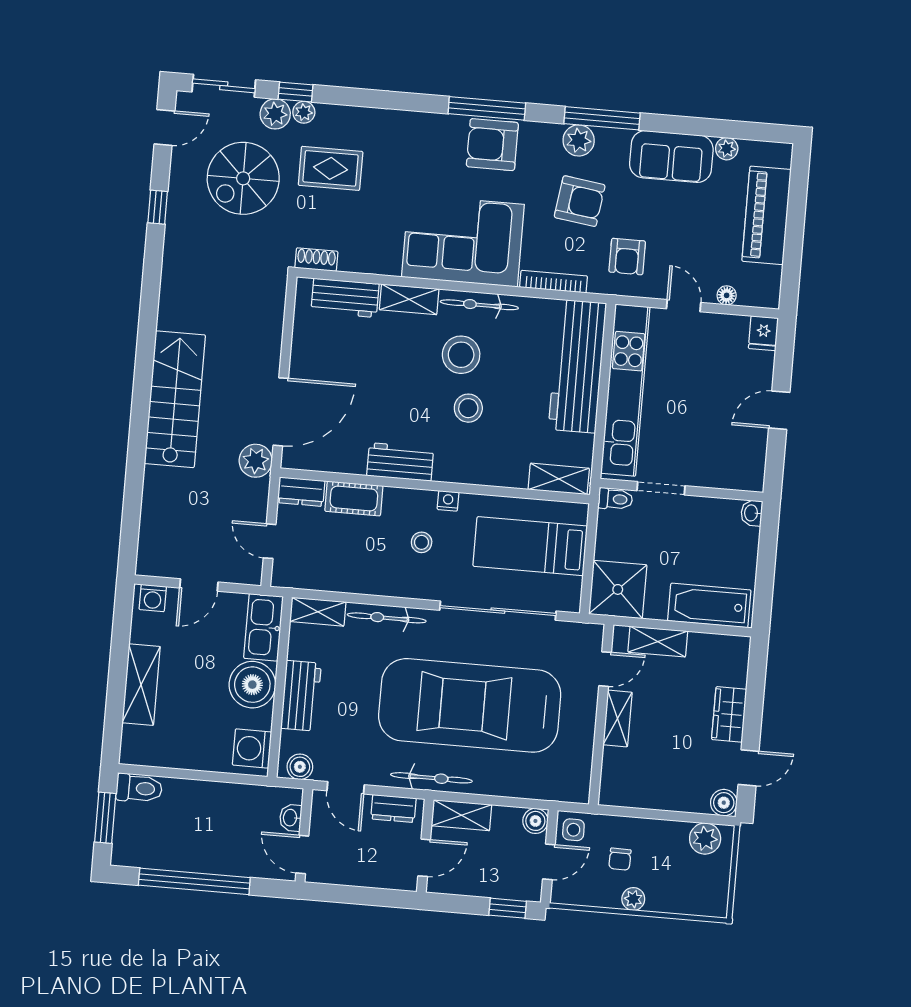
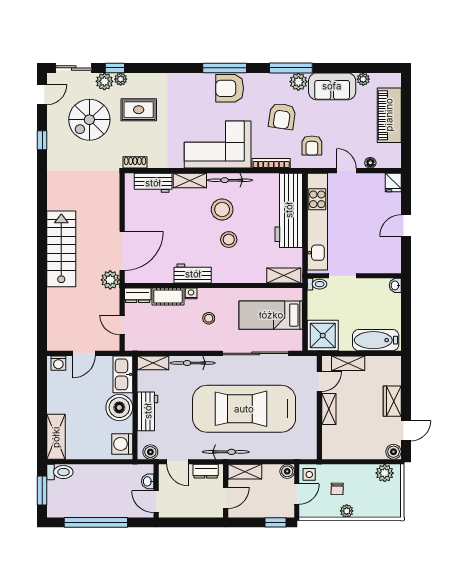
plant: (579, 140) -> (298, 82), moved
armchair: (580, 201) -> (282, 116), turned 90
nightstand: (448, 501) -> (191, 293), moved
shelving: (141, 685) -> (56, 437), moved

